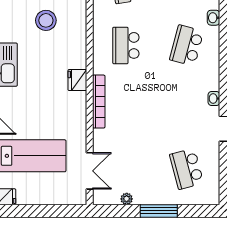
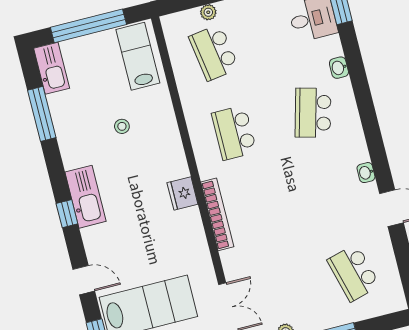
stool: (46, 20) -> (122, 126), width x0.53, depth x0.53

